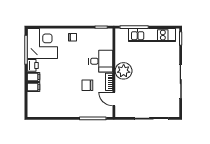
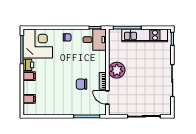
desk: (101, 61) -> (95, 40), moved
filing cabinet: (33, 87) -> (29, 99), moved

